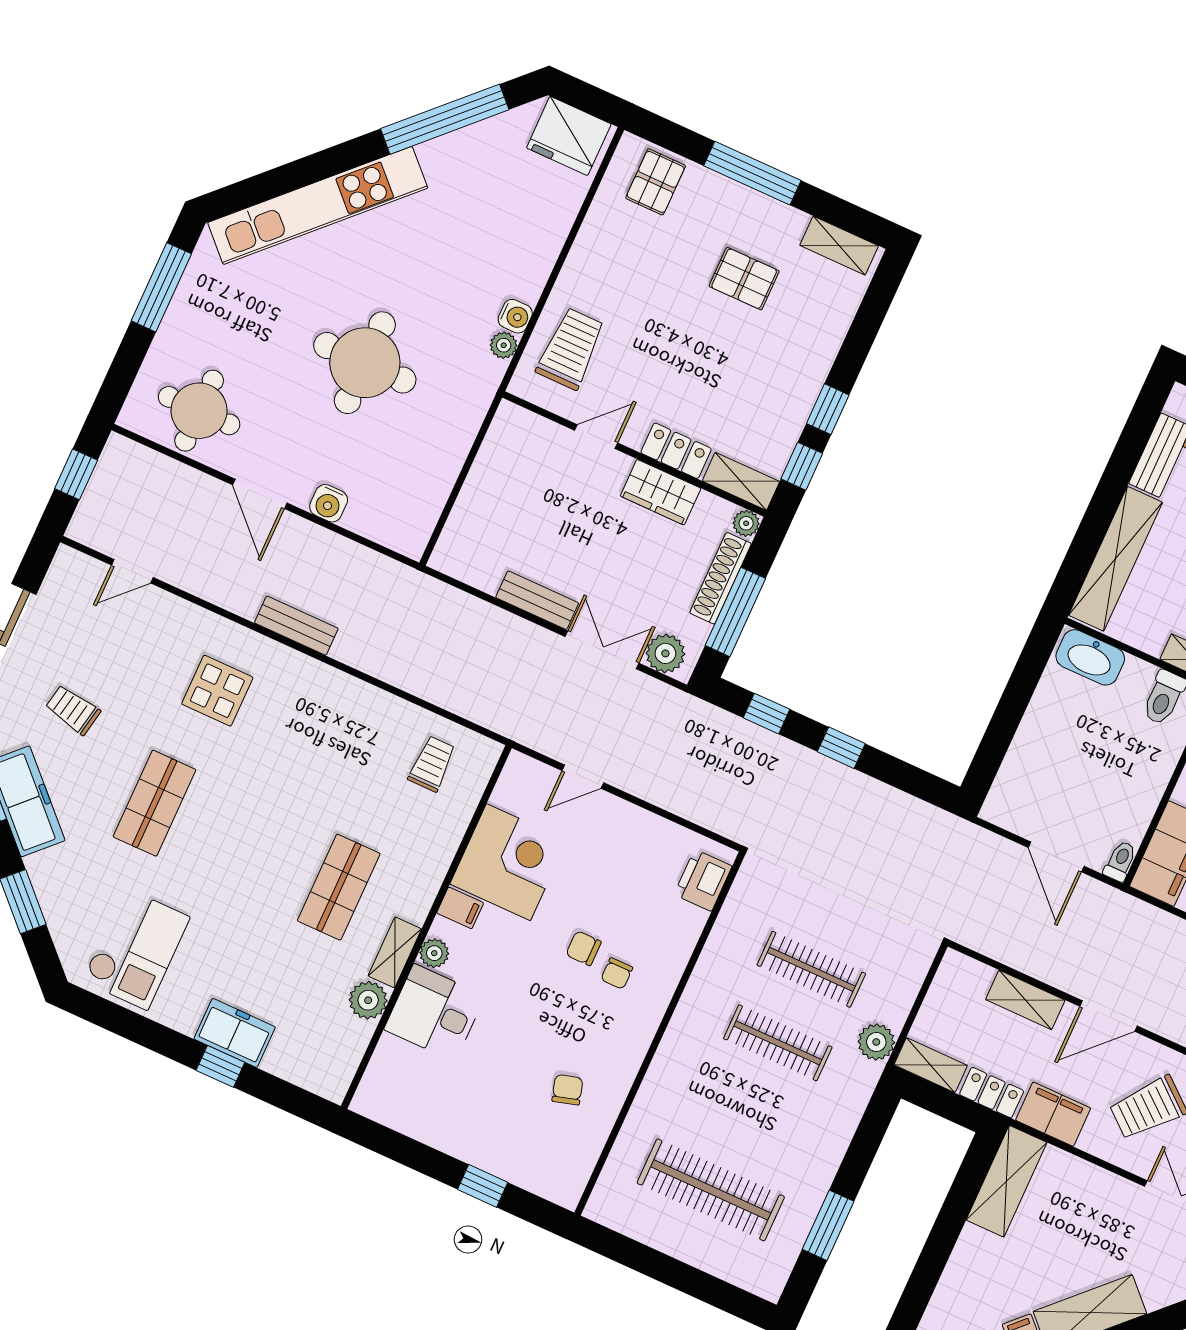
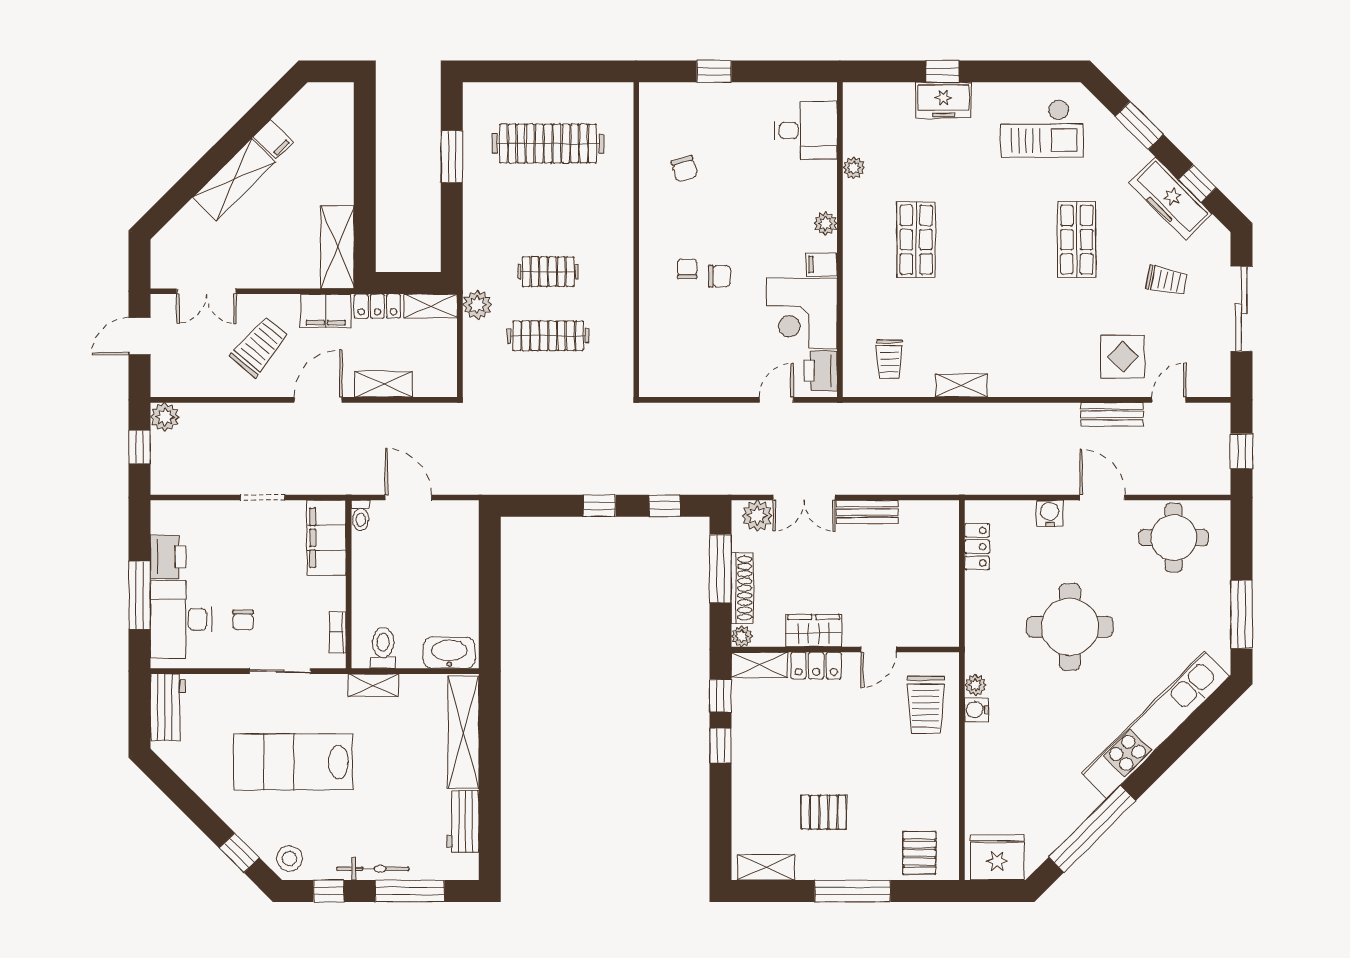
locker: (429, 503) -> (977, 547), added
bench: (296, 626) -> (1112, 414), moved
display table: (217, 691) -> (1123, 357), moved
printer: (703, 880) -> (821, 371), moved, turned 180
checkout: (136, 949) -> (1042, 128), turned -90
shelving: (395, 952) -> (961, 385), moved, turned 90
plant: (368, 1000) -> (854, 168), width x0.73, depth x0.73
desk: (434, 1013) -> (806, 130), moved
clothes rail: (778, 1043) -> (548, 272), width x0.73

